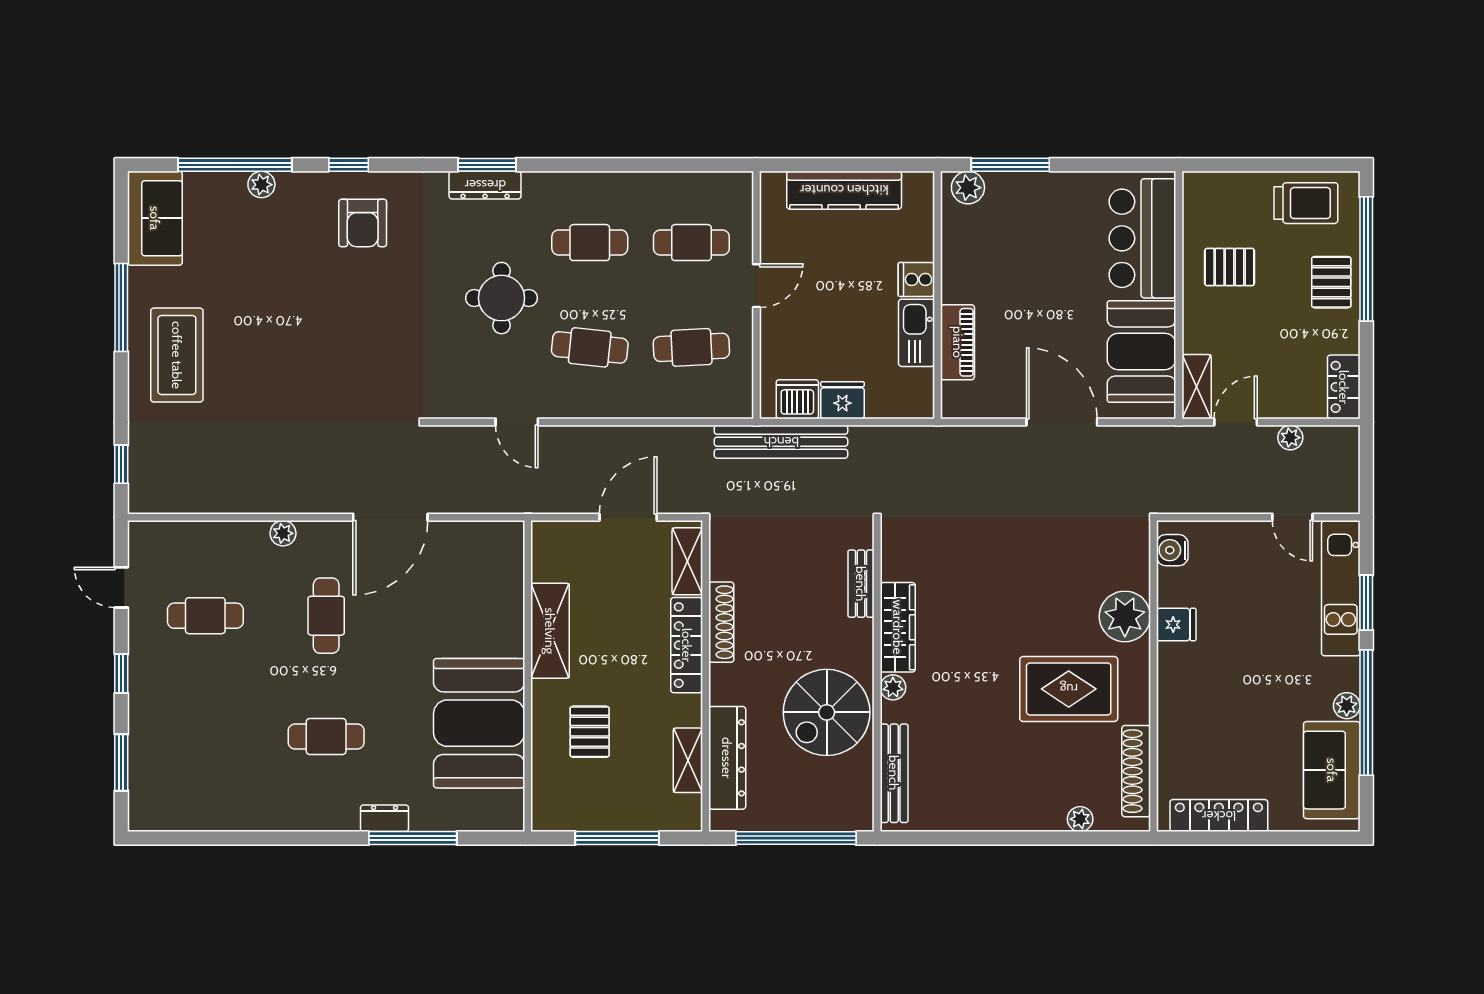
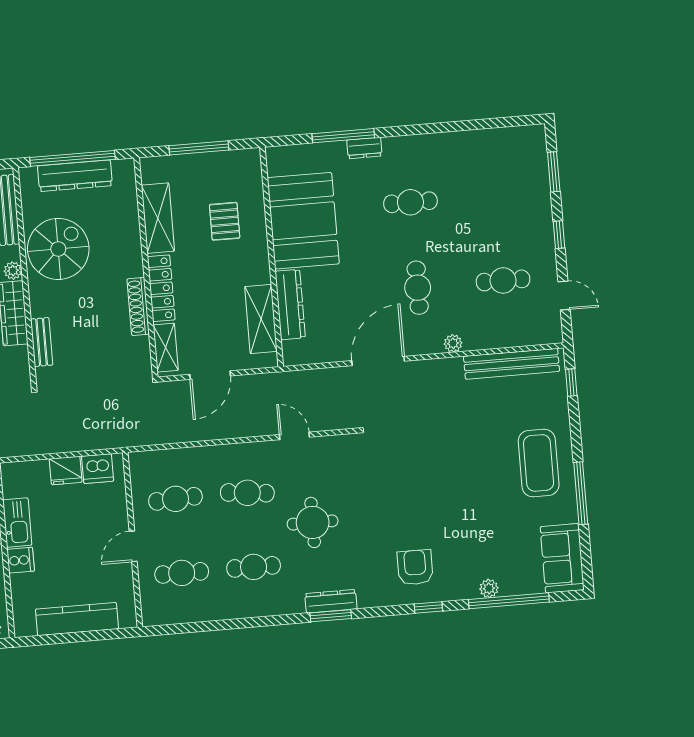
bench: (781, 442) -> (512, 364), moved
dresser: (507, 607) -> (290, 304), added
shelving: (550, 631) -> (261, 319), moved
dresser: (727, 758) -> (75, 176), moved, turned -90
shelving: (688, 760) -> (158, 218), width x1.50, depth x1.33

